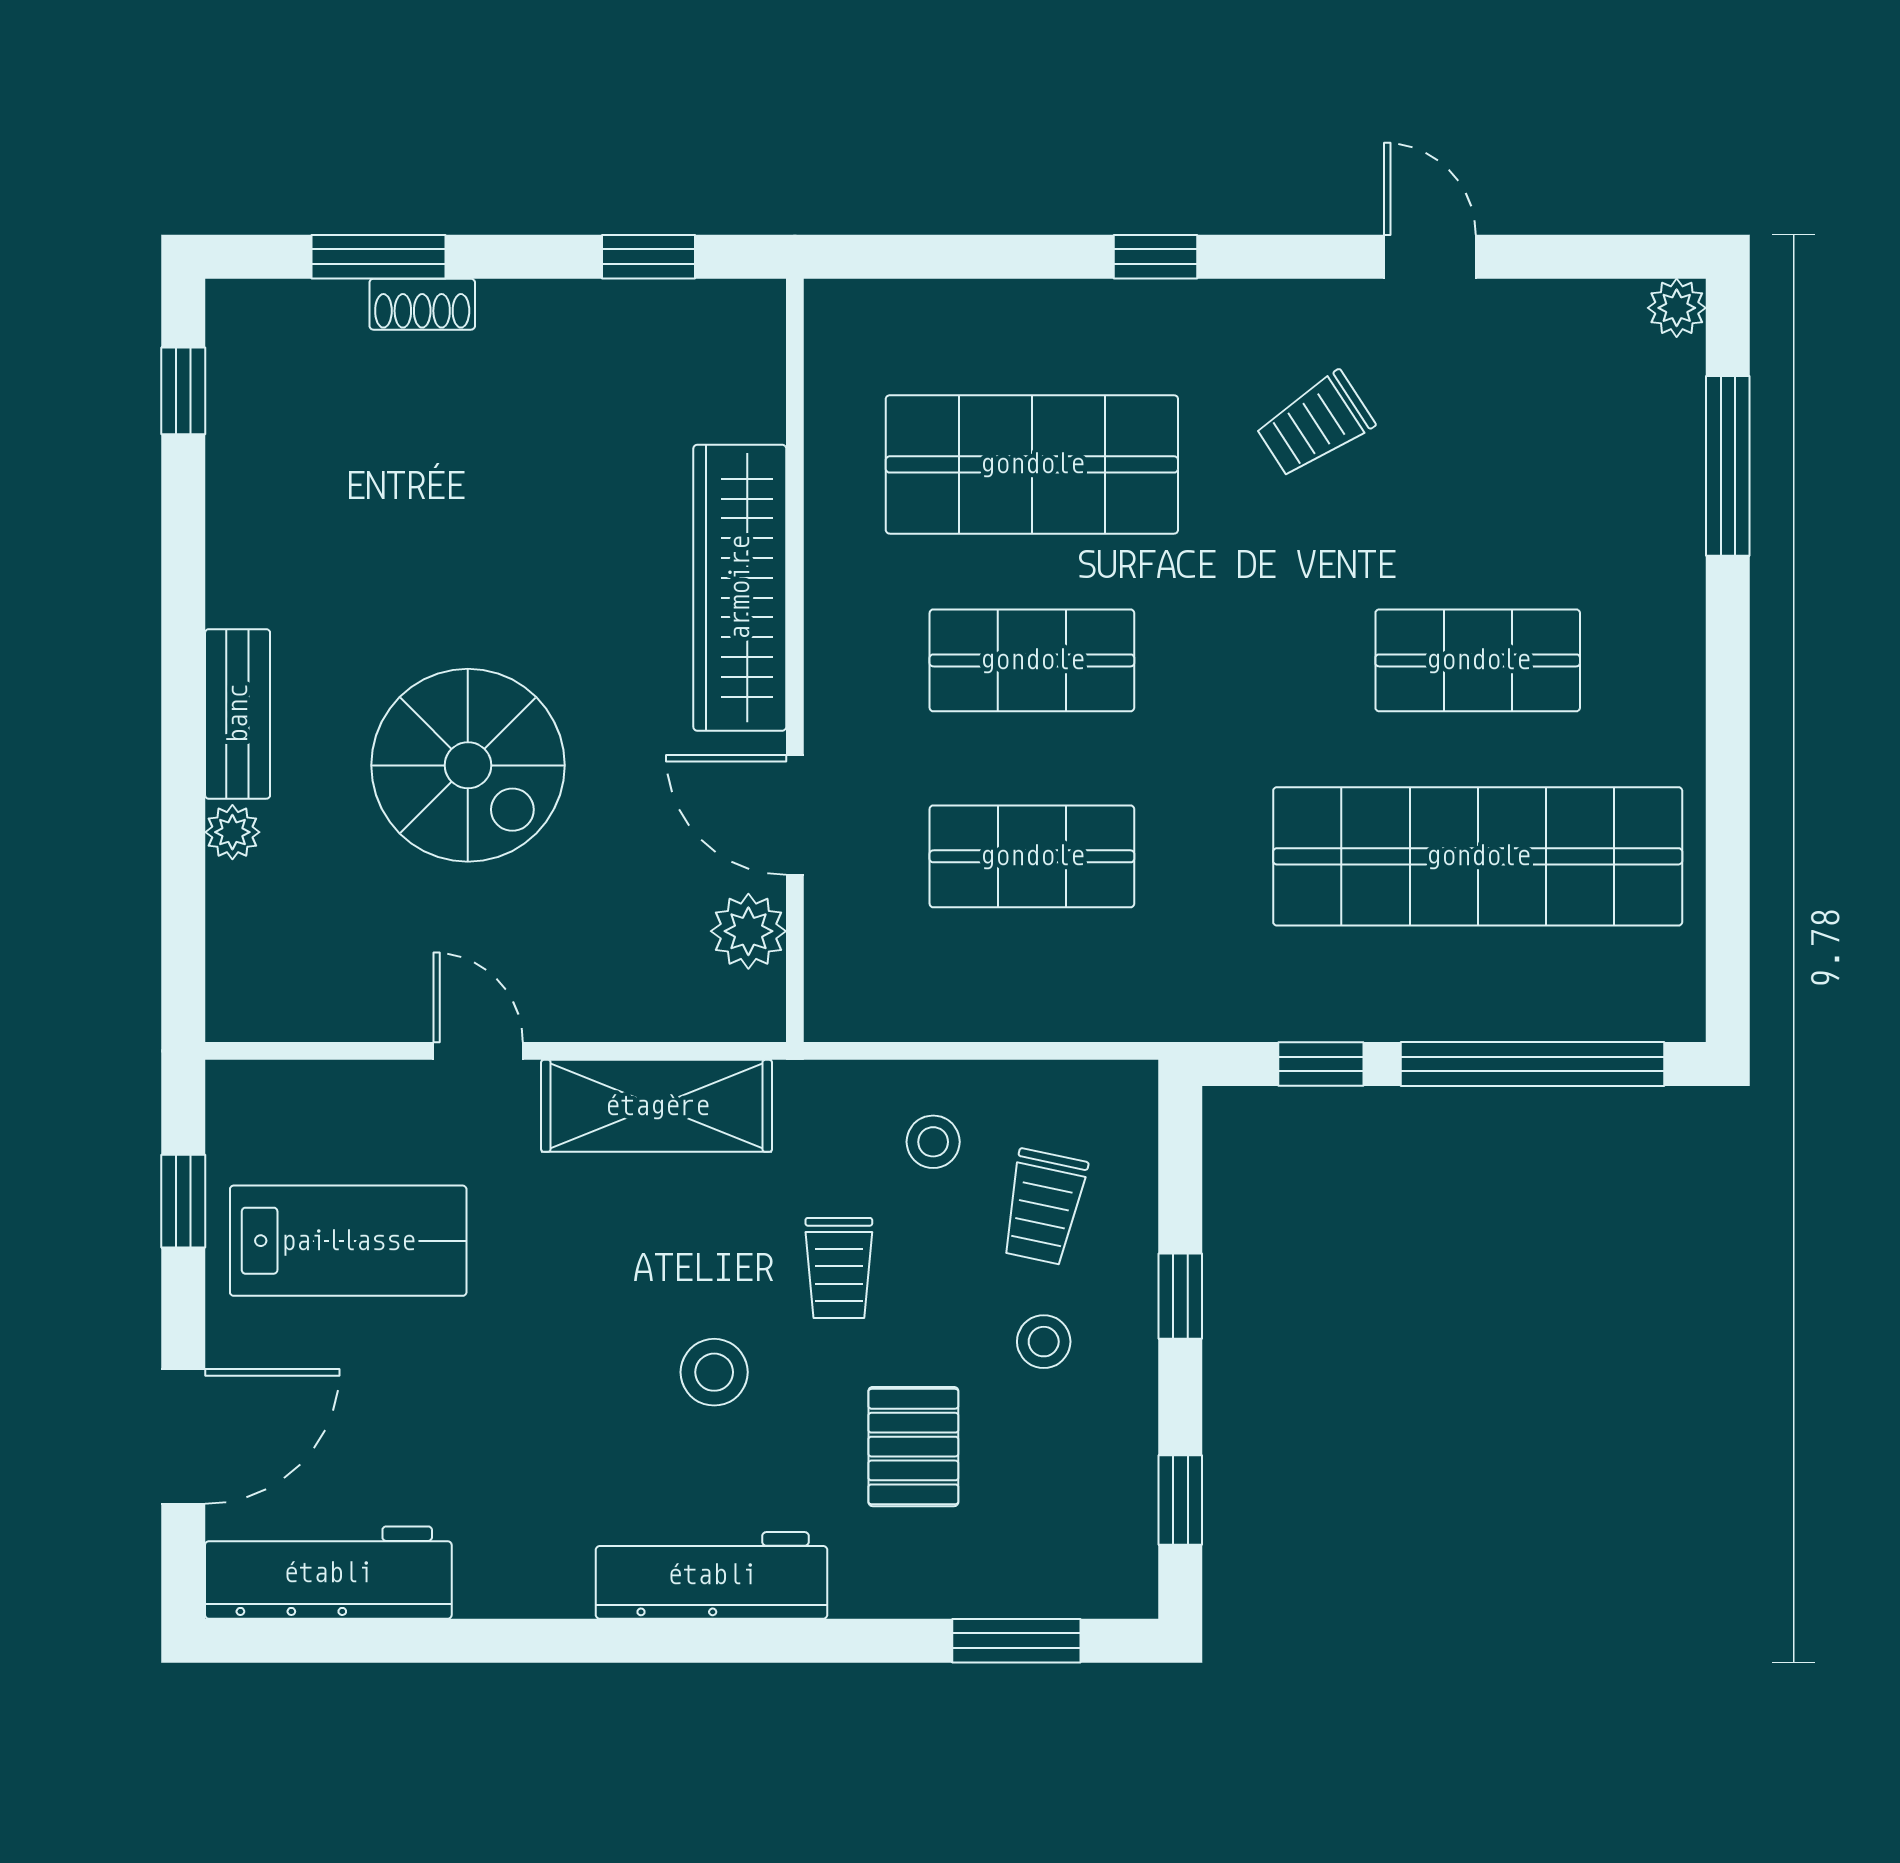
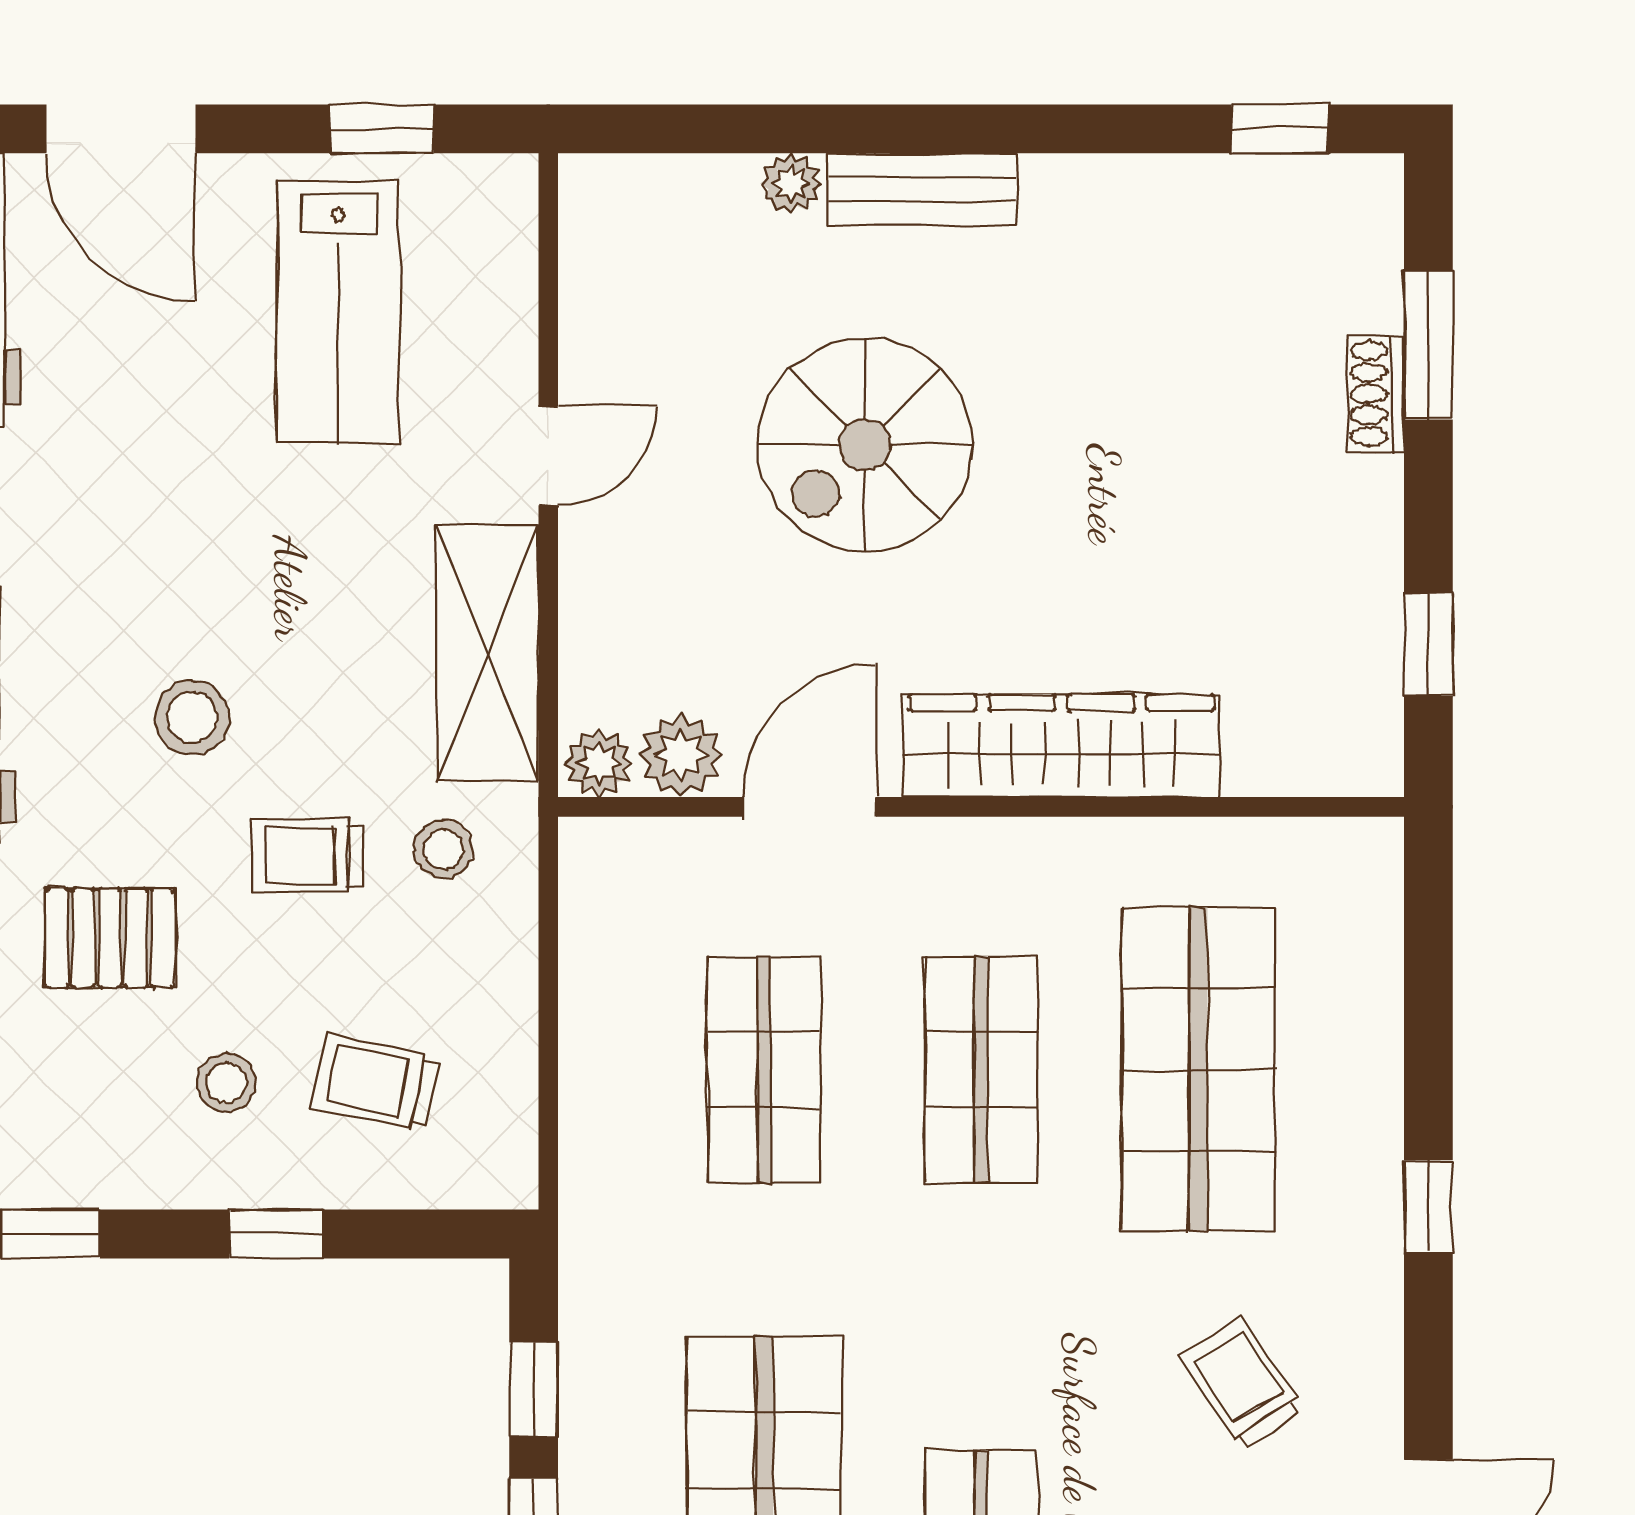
plant: (756, 1005) -> (599, 763), added
stool: (933, 1142) -> (443, 849), moved

